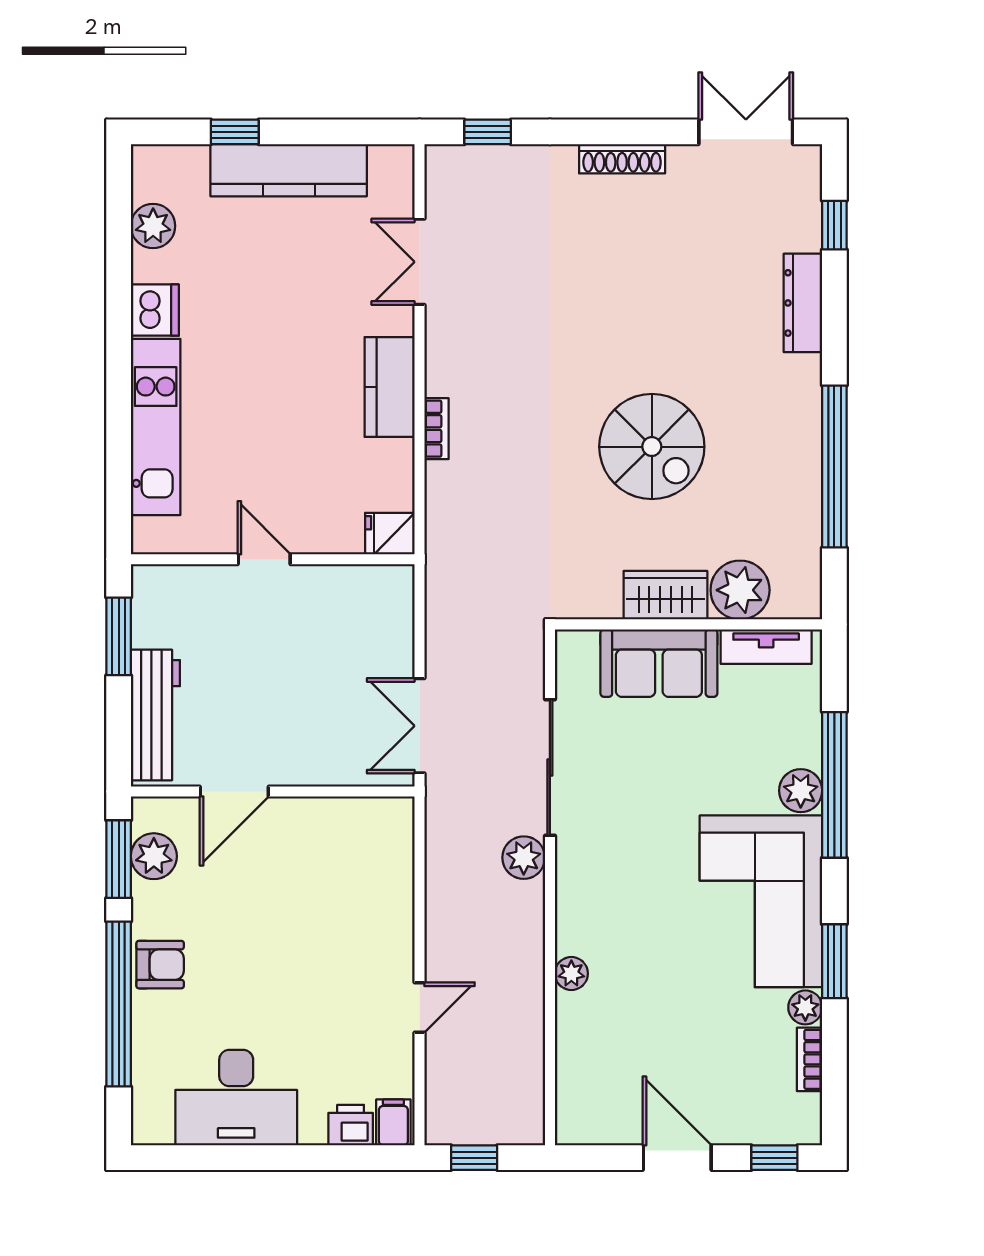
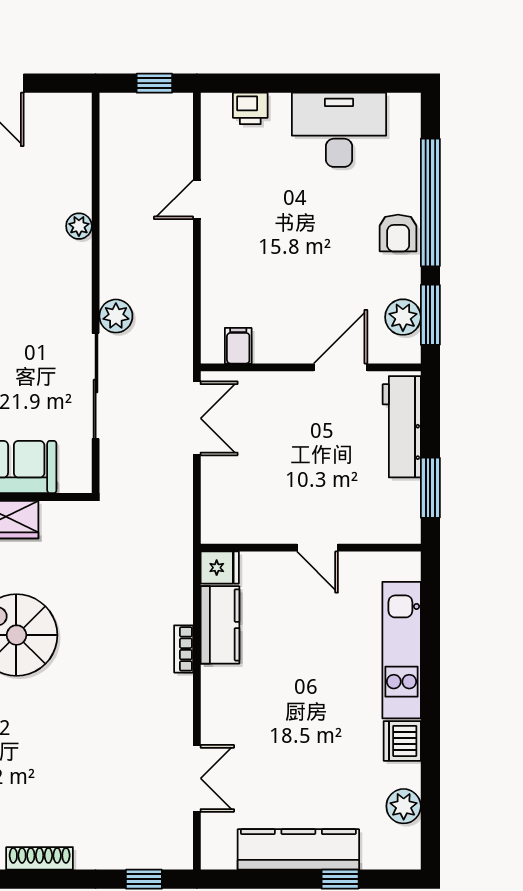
kitchen counter: (390, 387) -> (220, 625), moved
armchair: (160, 965) -> (398, 233), turned -90
filing cabinet: (393, 1122) -> (238, 346), moved, turned 180

